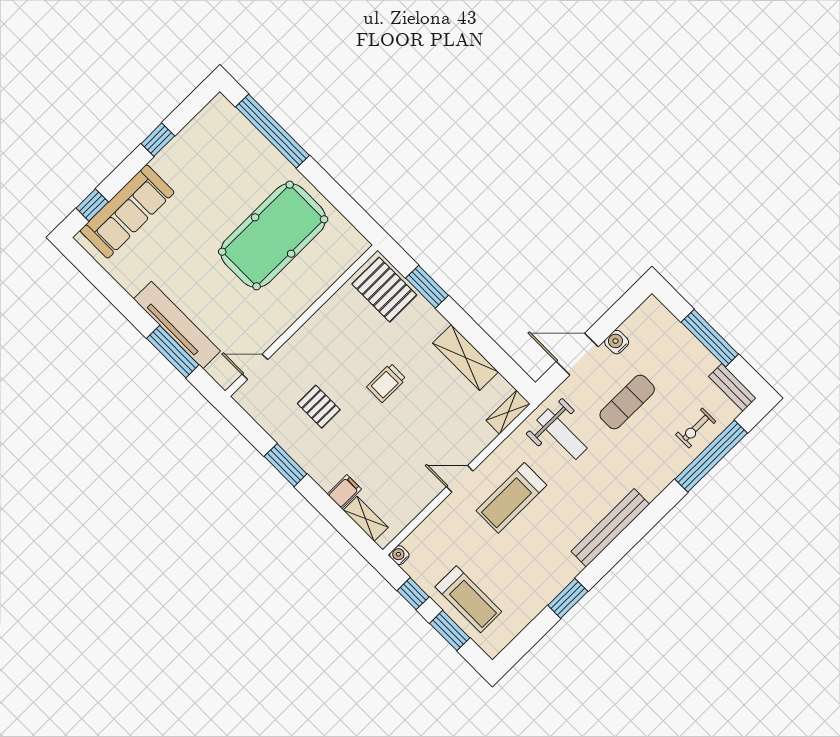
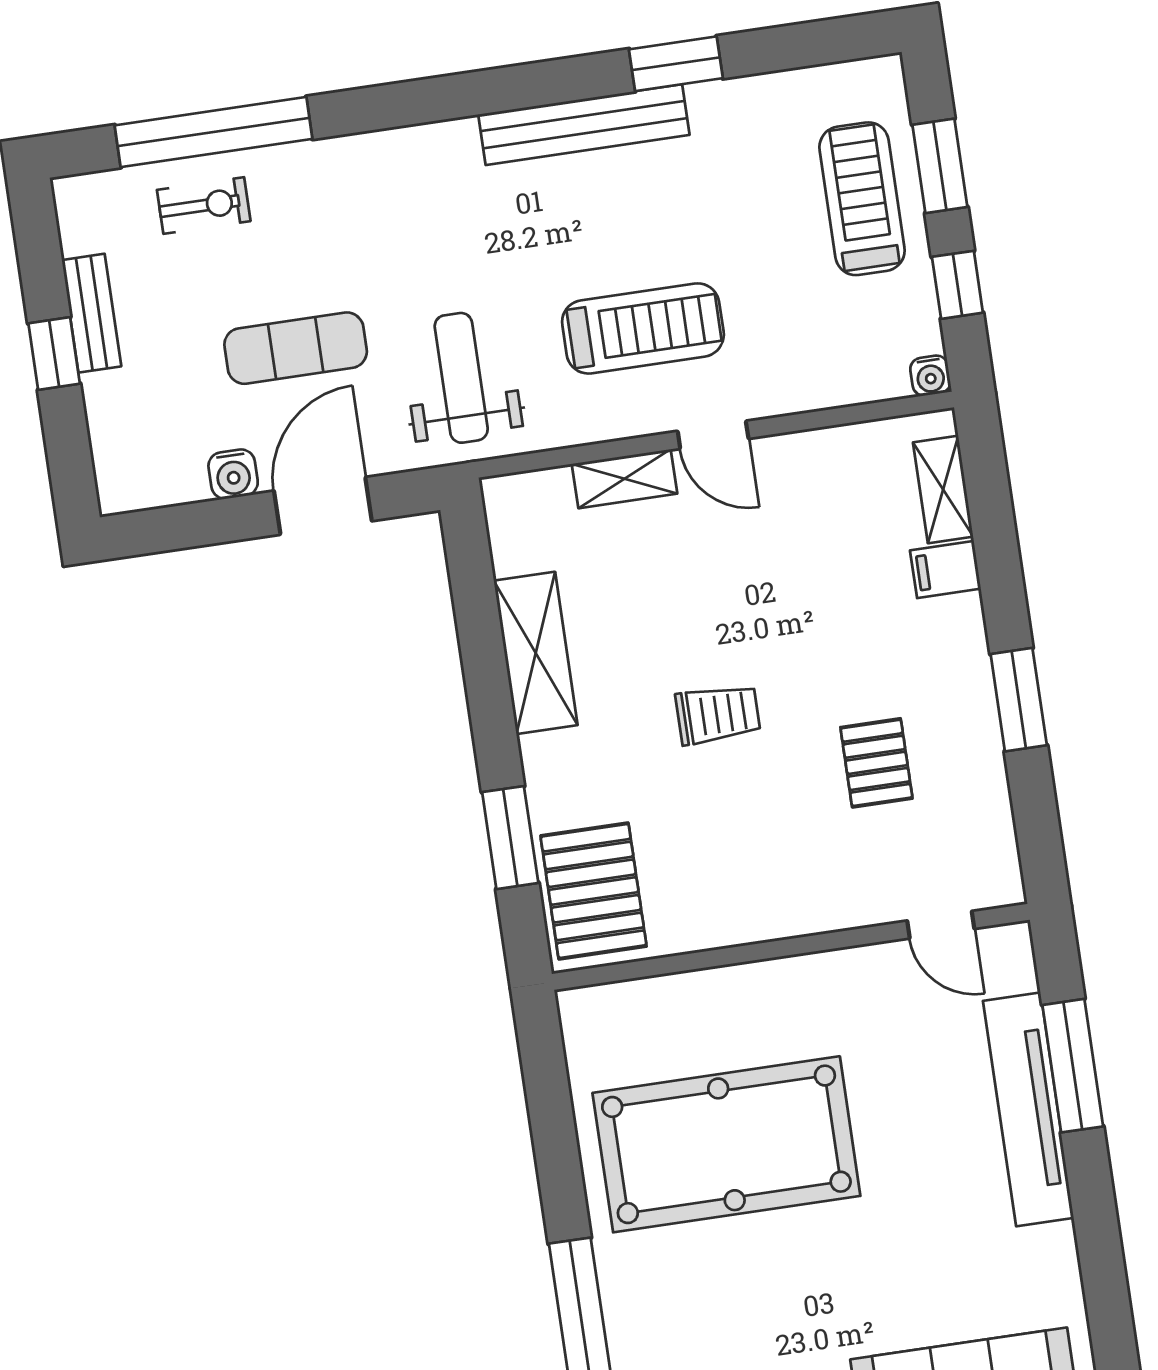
window: (710, 338) -> (54, 354), width x0.46
door: (577, 354) -> (323, 506), swing flipped
bench: (732, 387) -> (92, 313), moved
shelving: (508, 412) -> (624, 479), moved
bench: (610, 528) -> (584, 125), moved

